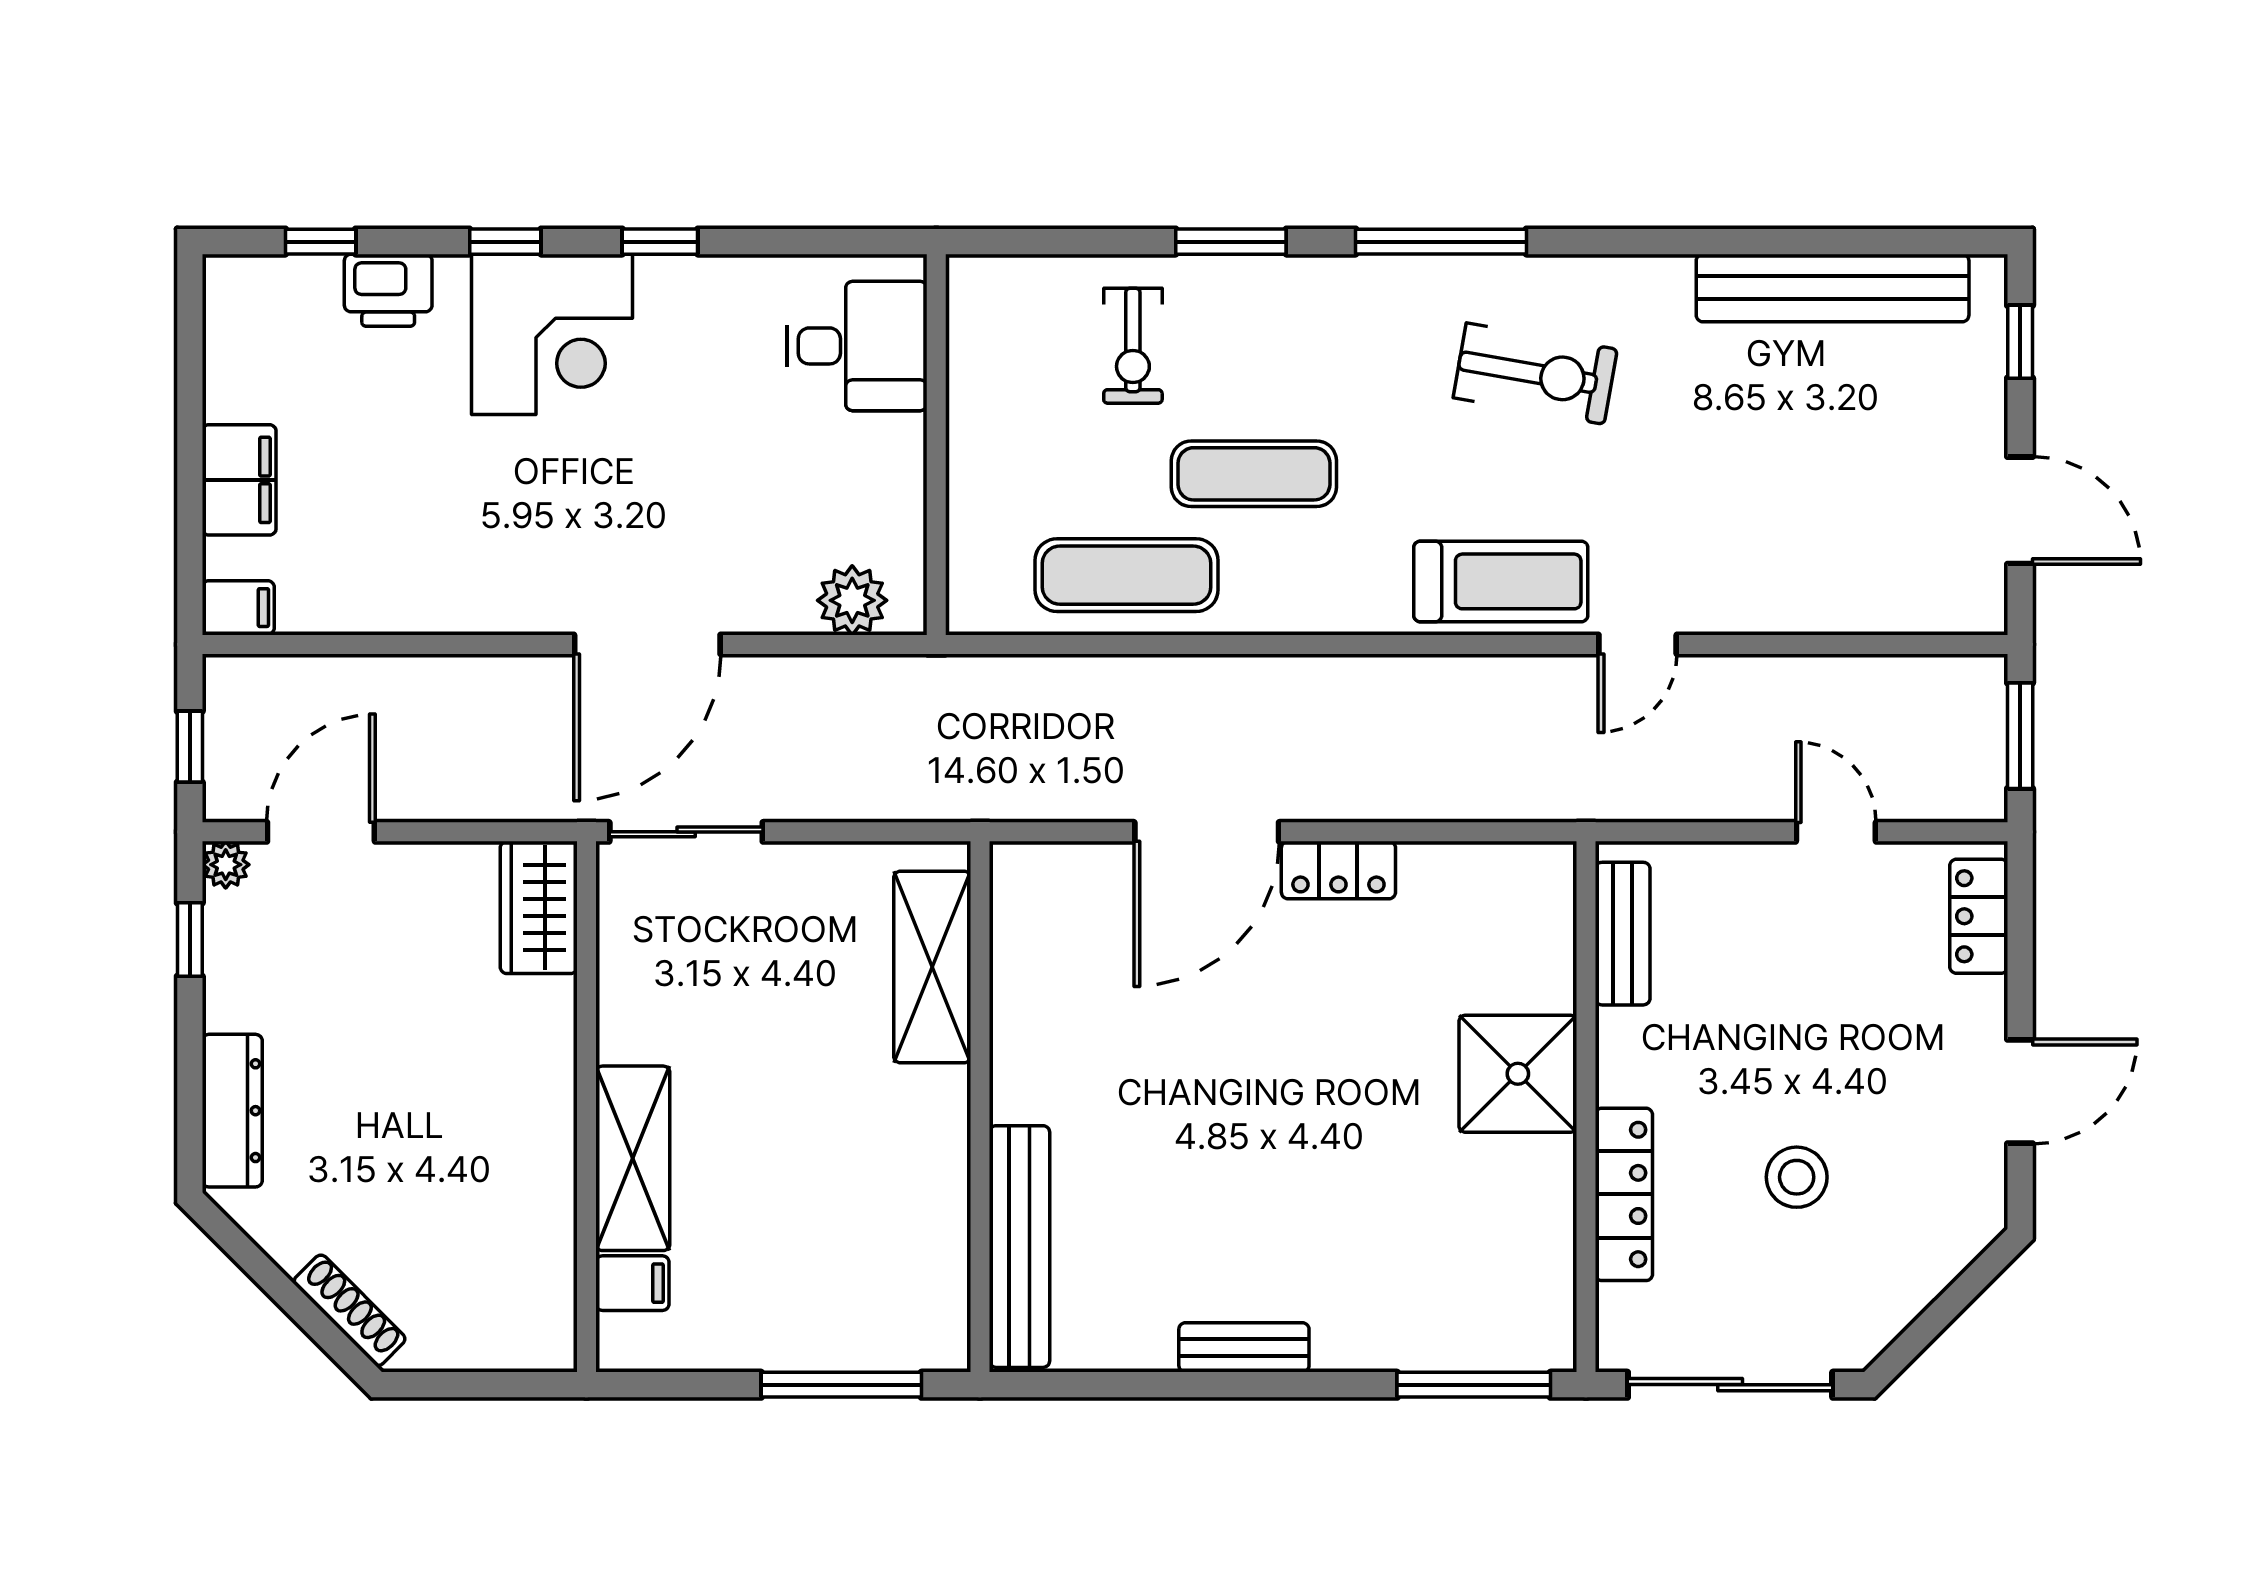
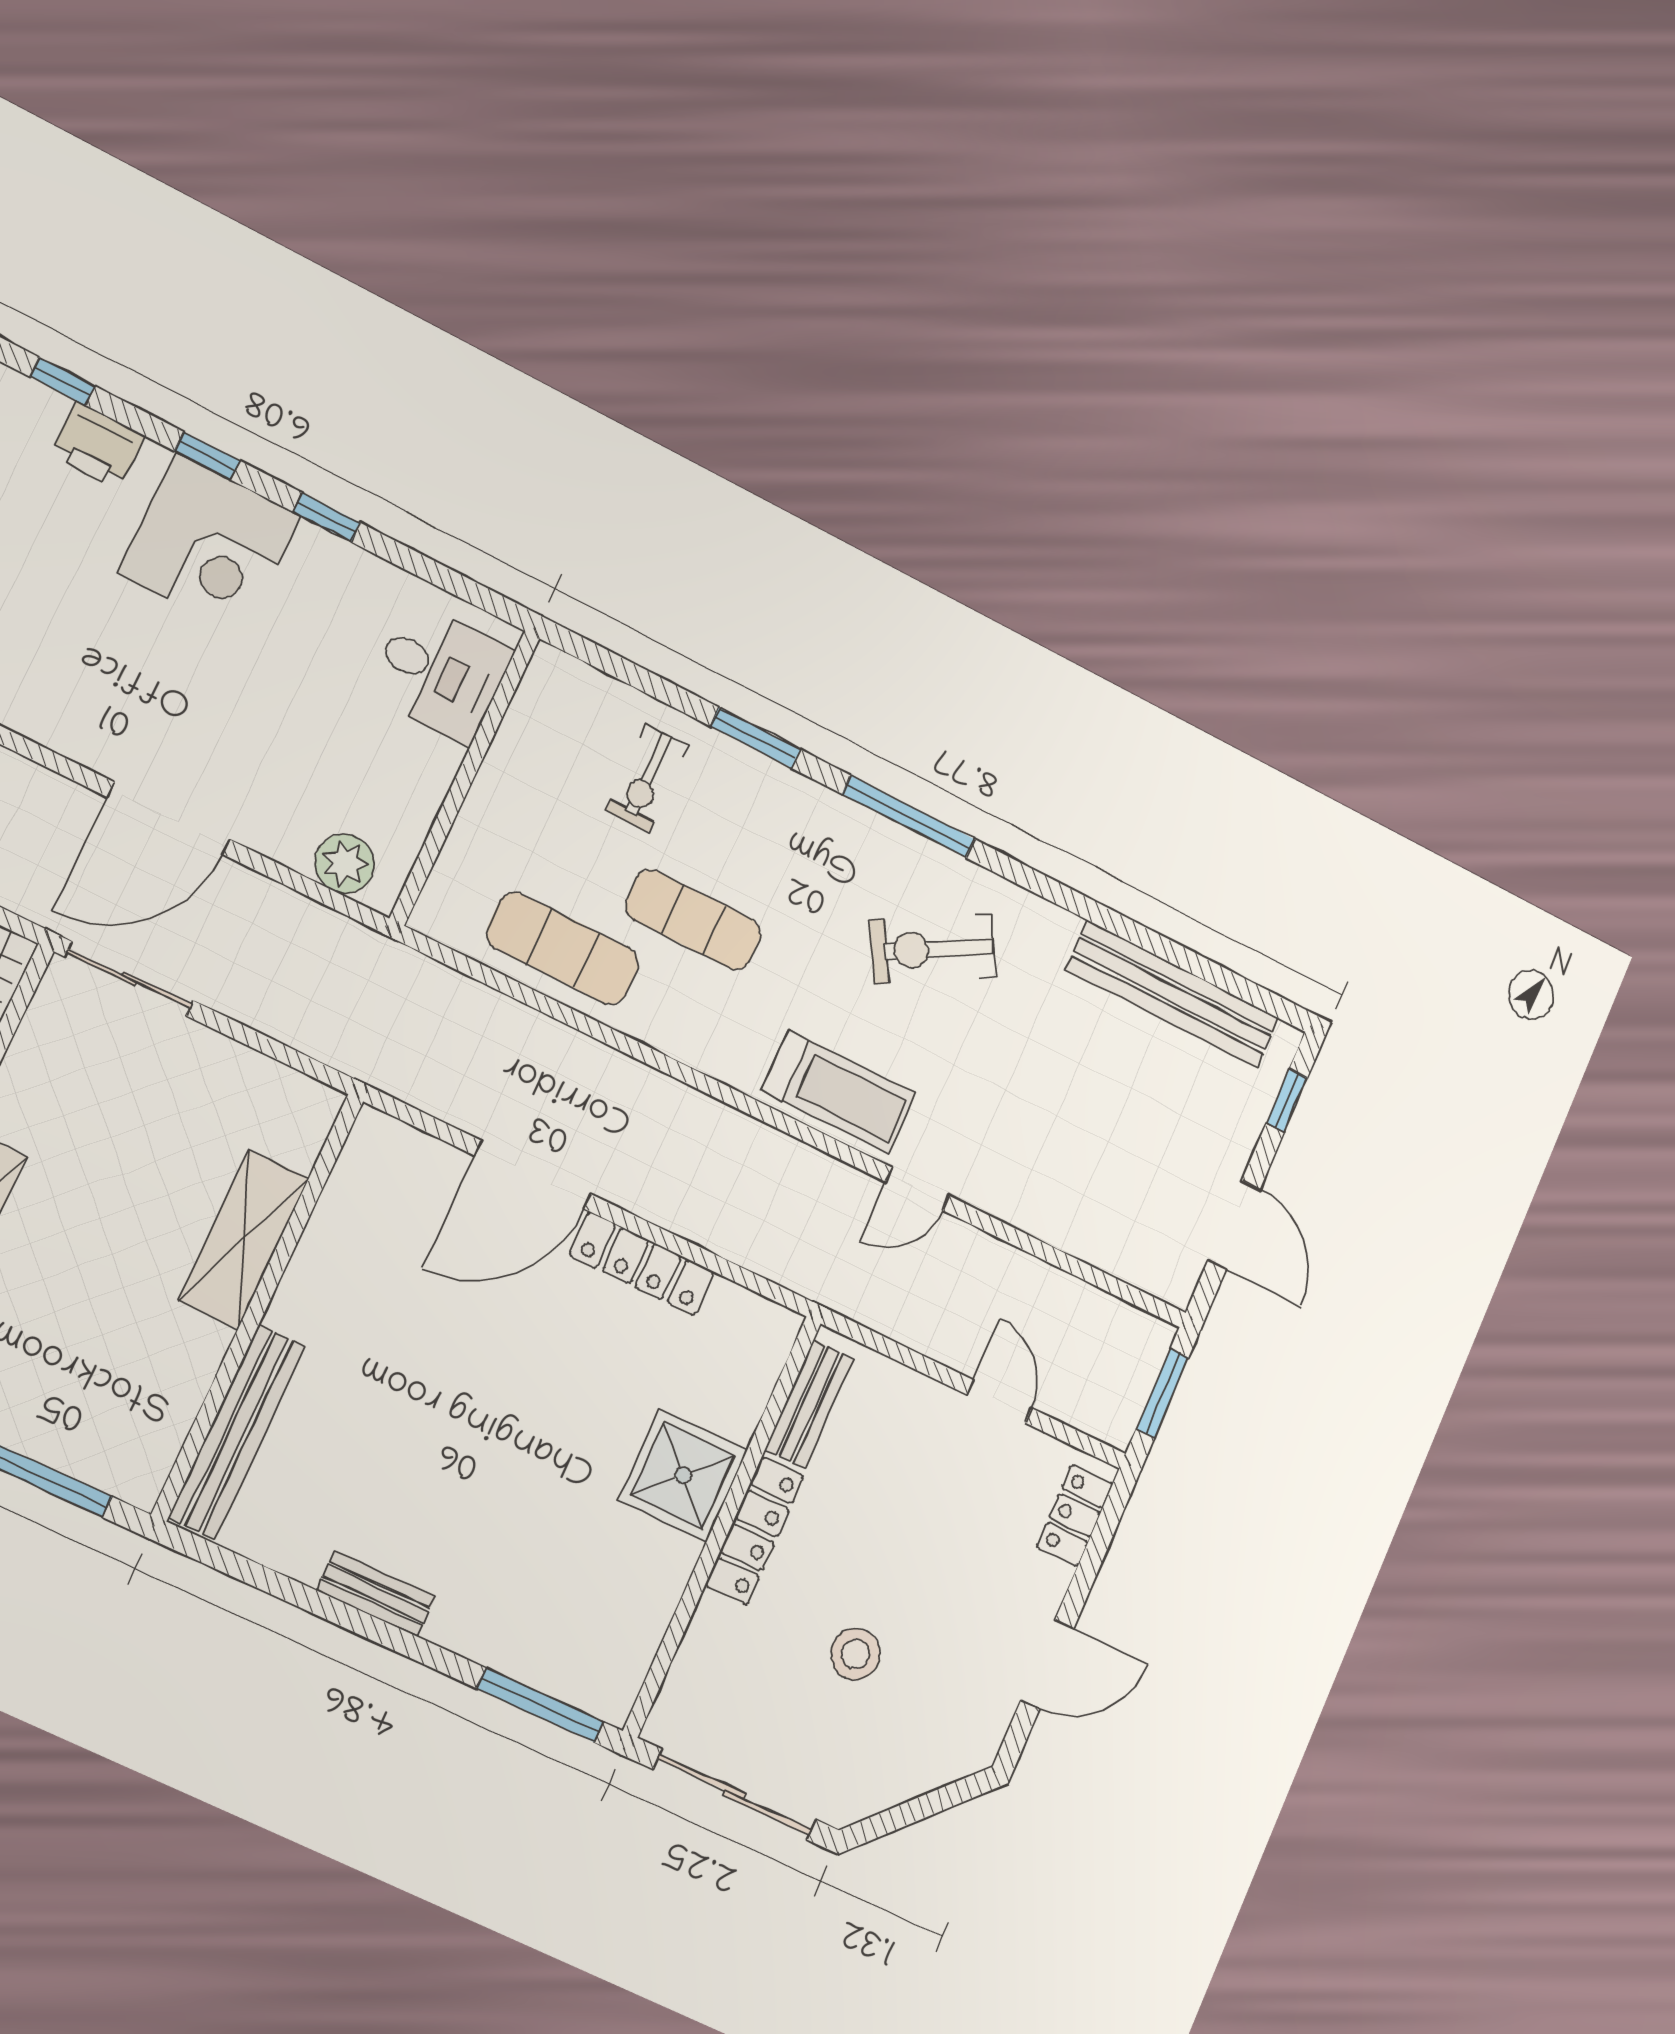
exercise bike: (1535, 374) -> (933, 949), turned 141
locker: (1338, 870) -> (642, 1264), width x1.53
shelving: (932, 967) -> (244, 1239), moved
locker: (1624, 1194) -> (755, 1530), moved

